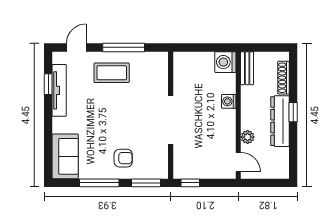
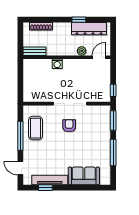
washing machine: (225, 62) -> (30, 66), removed
coffee table: (112, 73) -> (36, 128), moved
window: (293, 112) -> (79, 20), moved
dresser: (280, 121) -> (89, 29), moved
sofa: (65, 156) -> (84, 176), moved
armchair: (123, 158) -> (69, 126), moved

